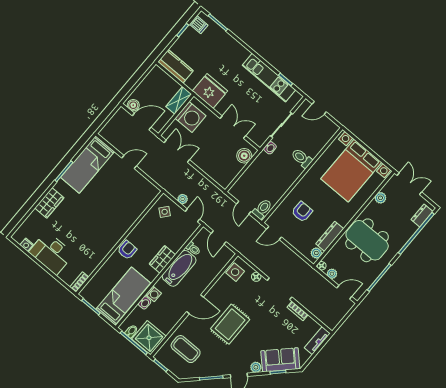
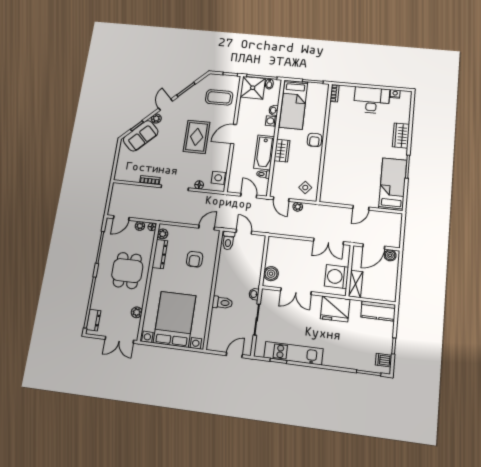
dining table: (367, 240) -> (127, 271), width x0.73
tv unit: (317, 341) -> (120, 168), removed

